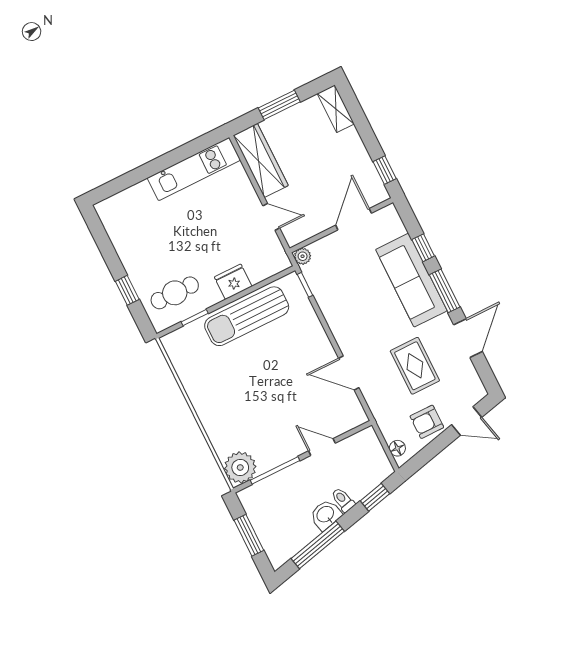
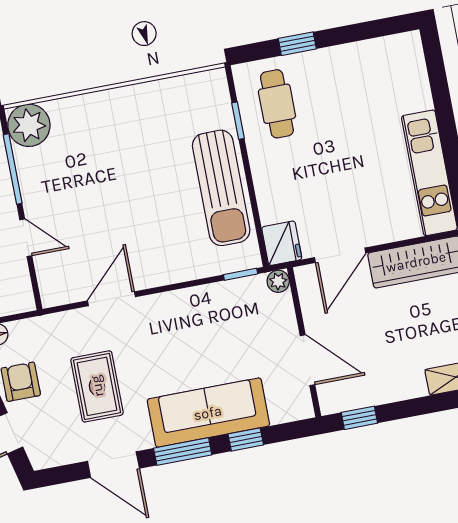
door: (271, 217) -> (340, 255), width x1.38
fridge: (233, 282) -> (282, 243), moved
sun lounger: (247, 316) -> (221, 188), turned 180
rug: (415, 366) -> (97, 386), turned 90
door: (322, 447) -> (26, 238), hinge flipped

